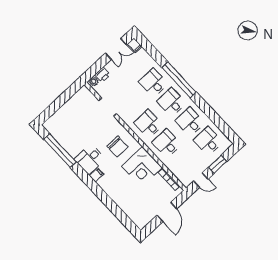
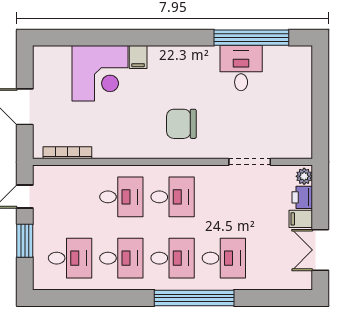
filing cabinet: (135, 45) -> (301, 219), moved
desk: (90, 159) -> (241, 68), moved
corner desk: (142, 167) -> (100, 73), moved, turned 180
filing cabinet: (97, 175) -> (138, 57), moved

